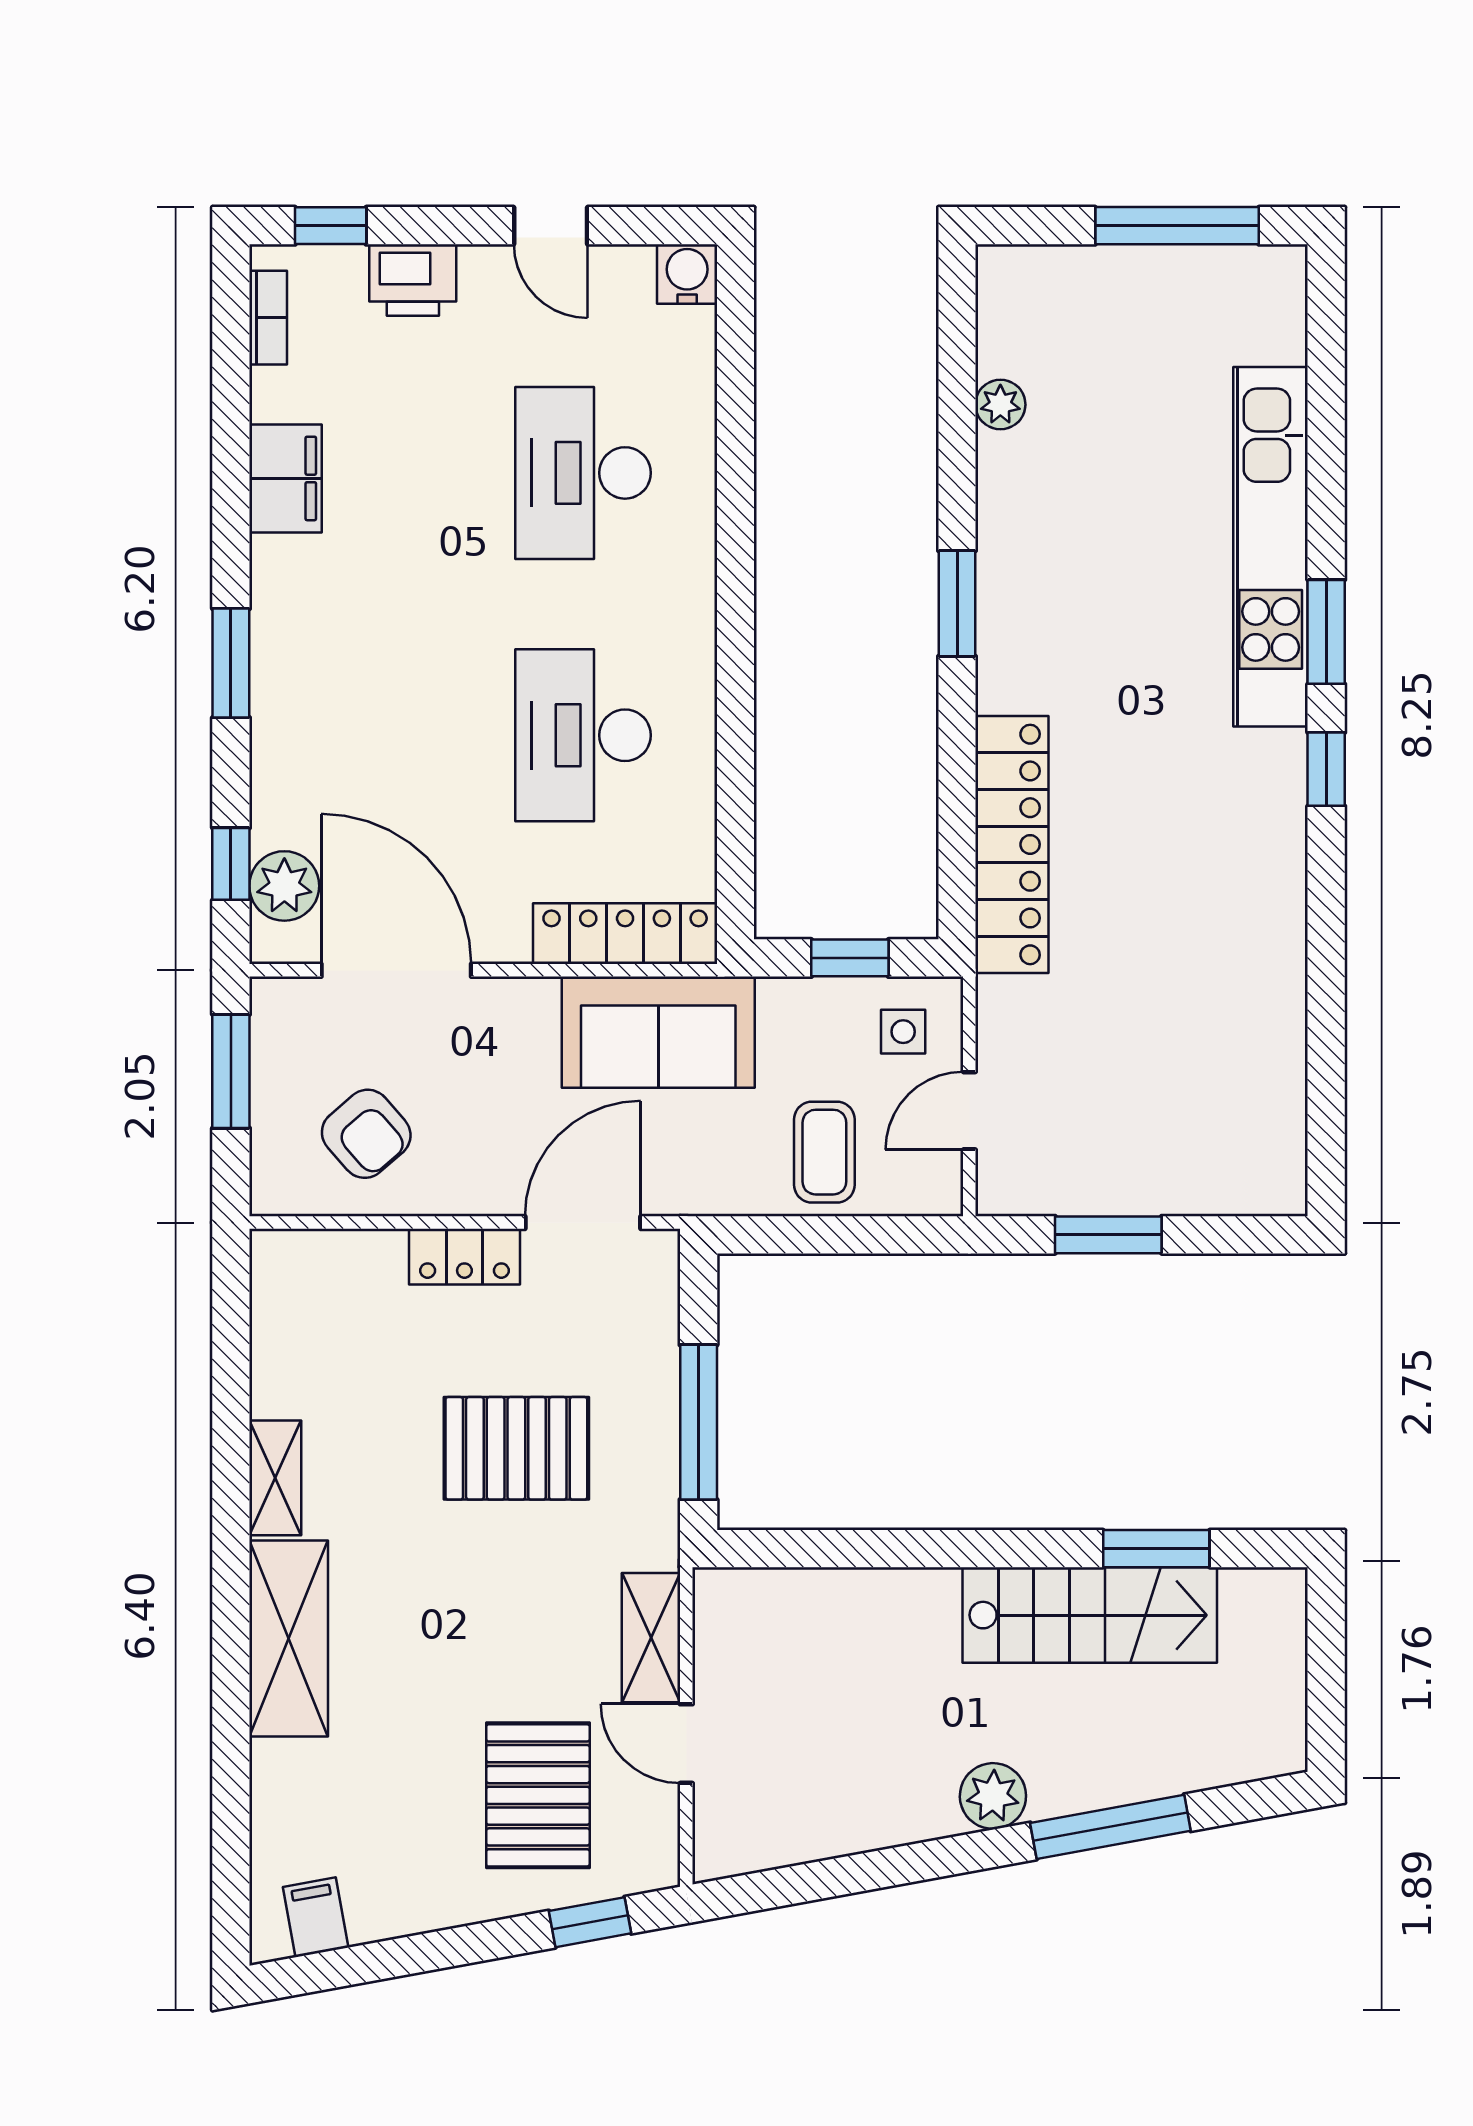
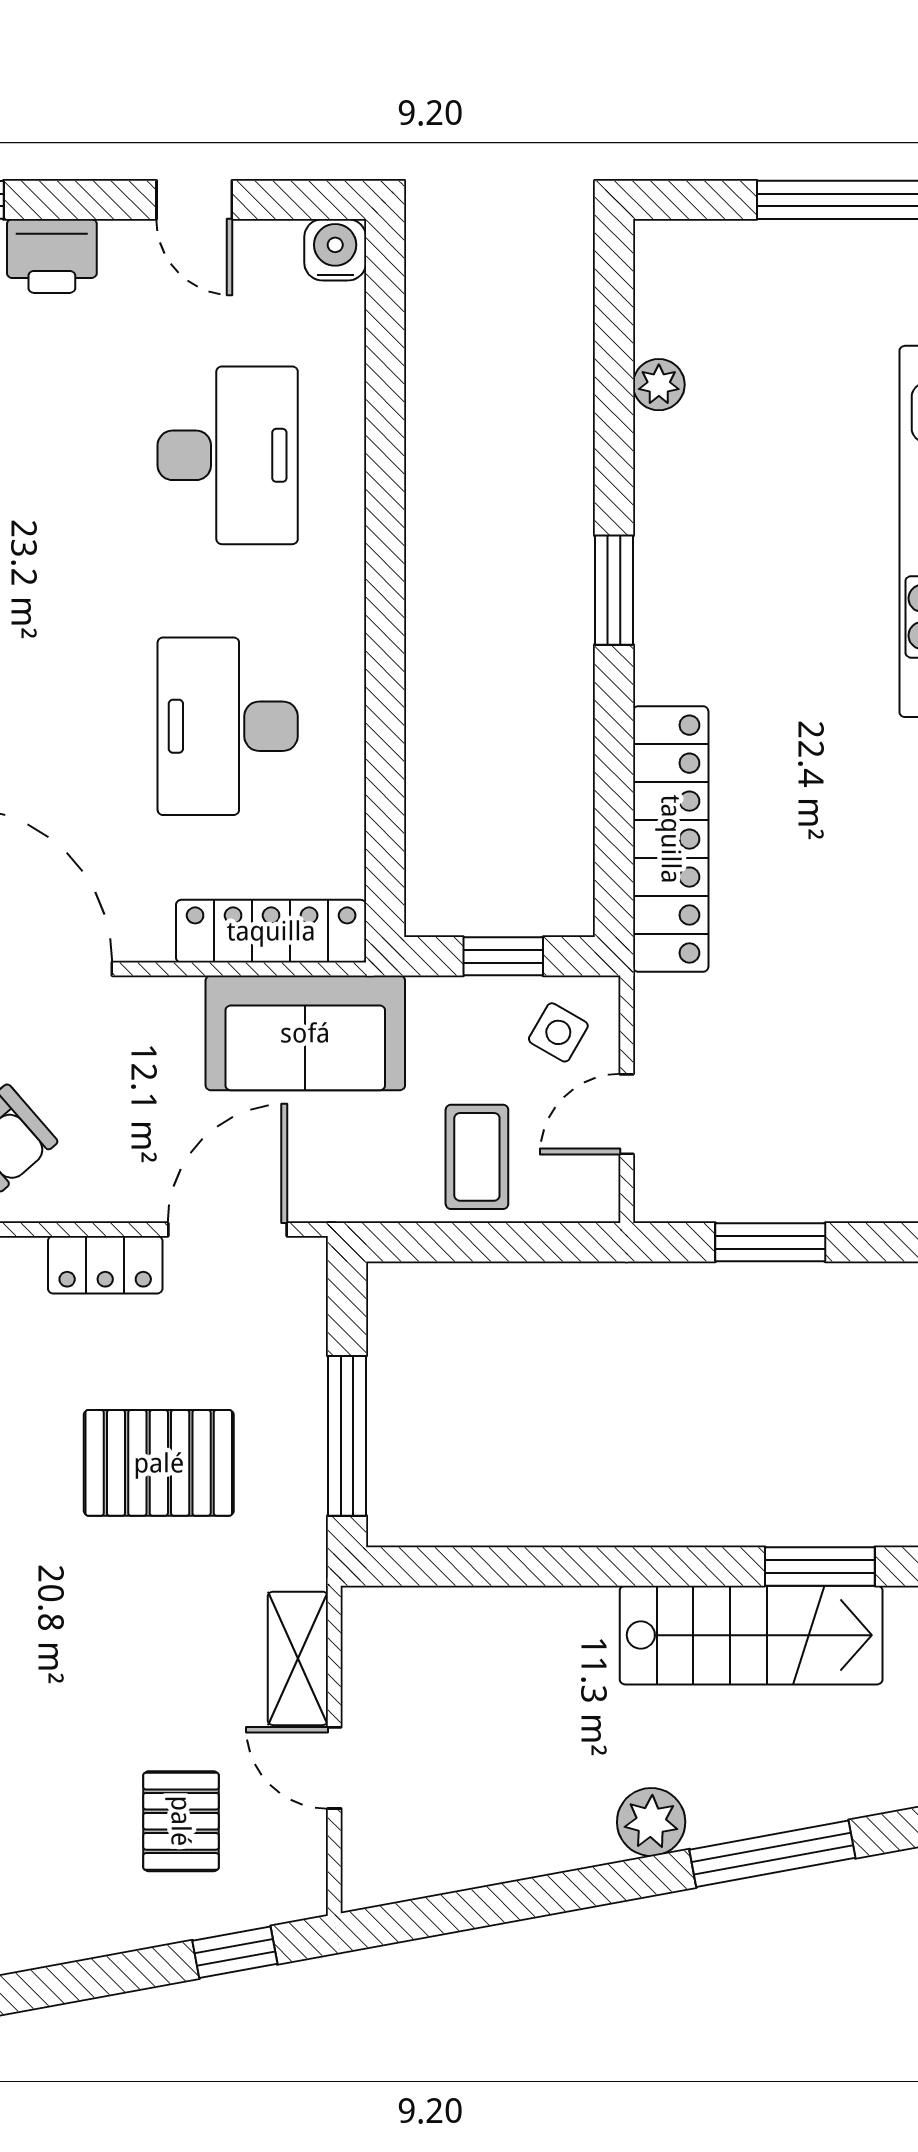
desk: (583, 473) -> (228, 455), turned 180
side table: (903, 1032) -> (558, 1032), turned 30
pallet: (538, 1795) -> (181, 1821), width x0.67, depth x0.71

